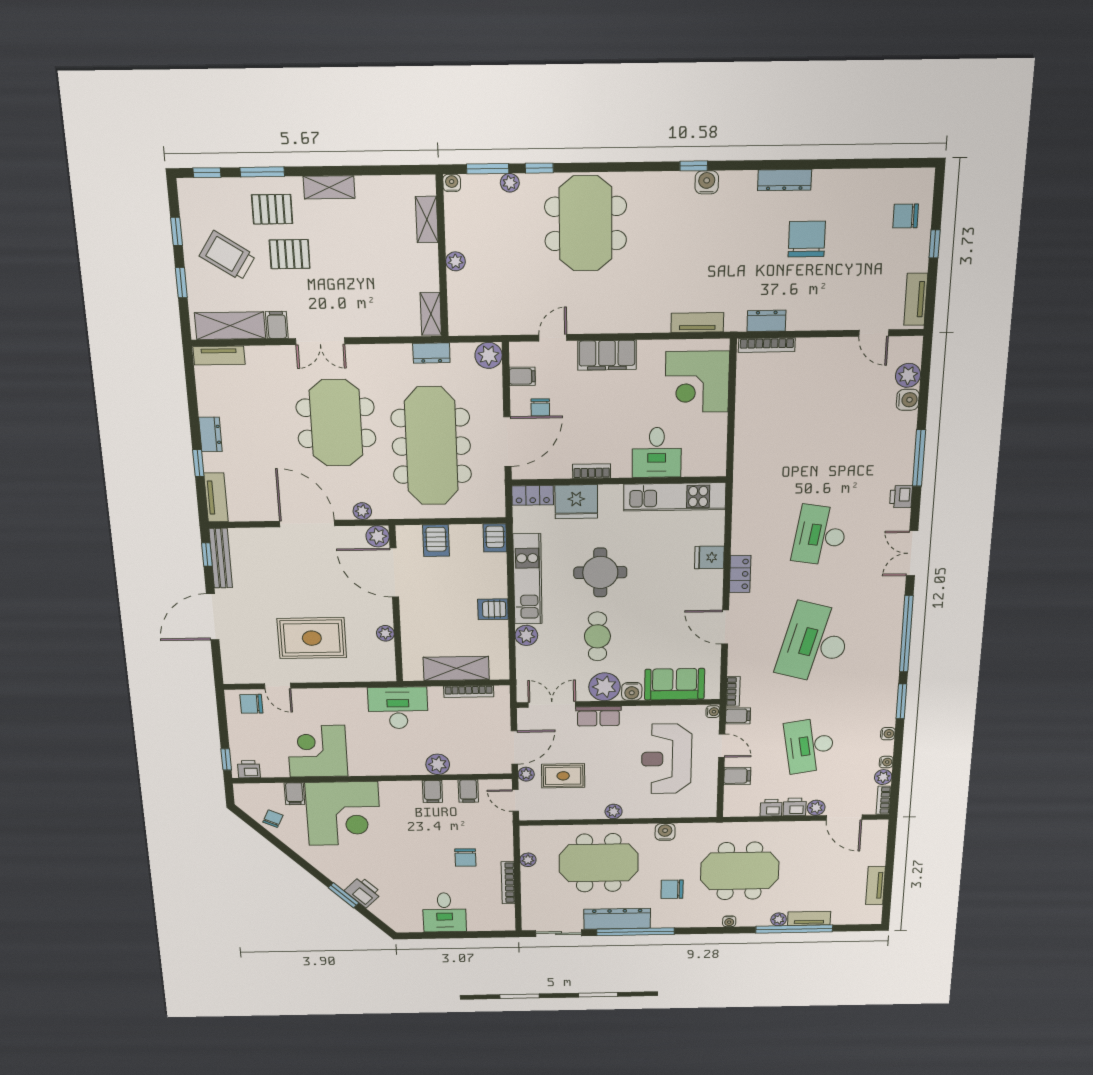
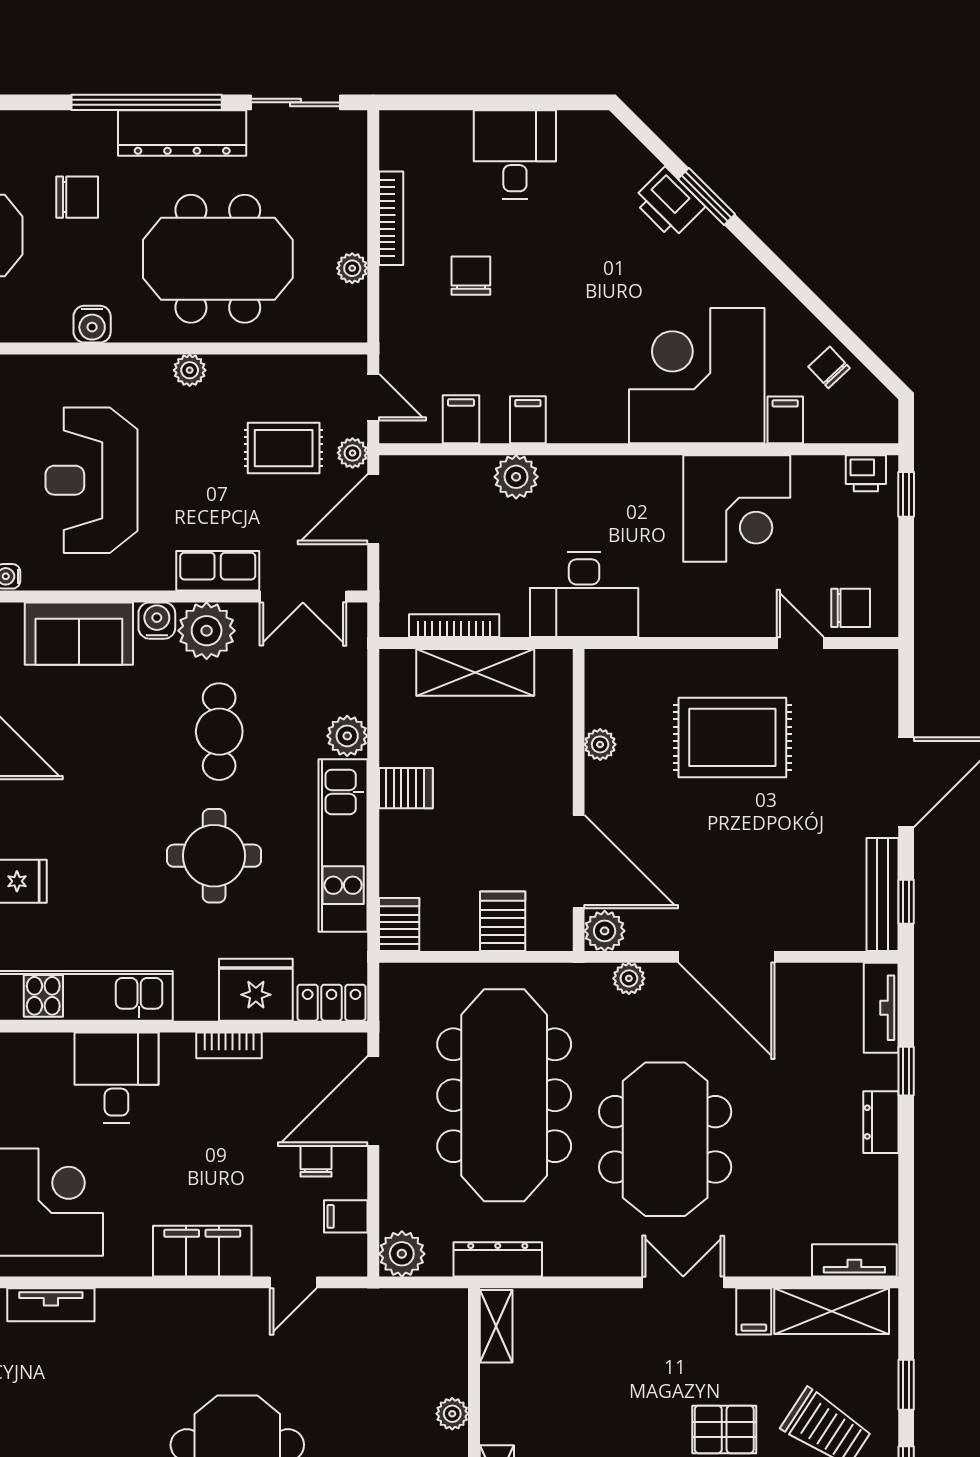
dresser: (431, 353) -> (498, 1259), width x1.44
reception desk: (667, 759) -> (91, 480), turned 180
chair: (273, 819) -> (829, 367), turned 112

